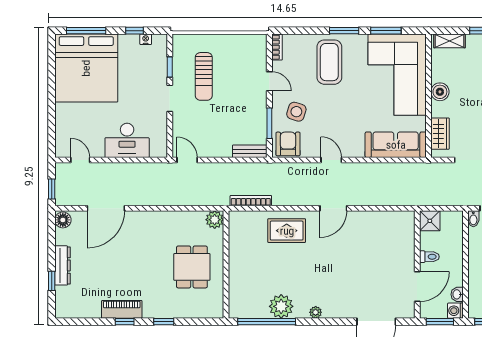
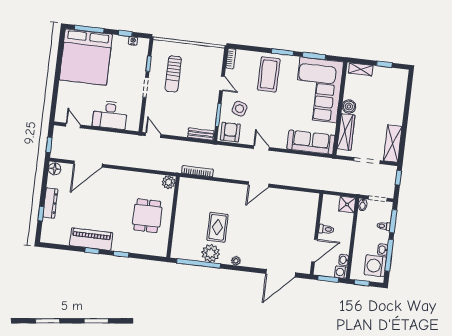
wardrobe: (440, 134) -> (346, 132), width x1.50
shower: (430, 221) -> (347, 204), moved
rug: (287, 231) -> (217, 227), moved, turned 90
piano: (122, 309) -> (91, 239), width x1.37, depth x1.33

